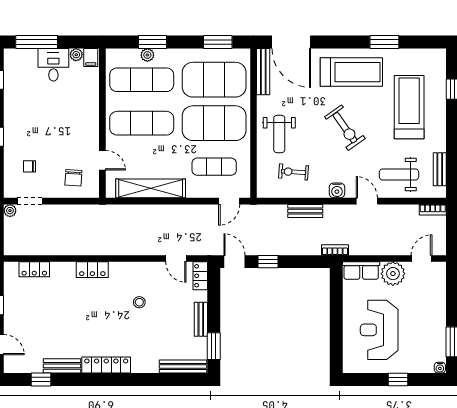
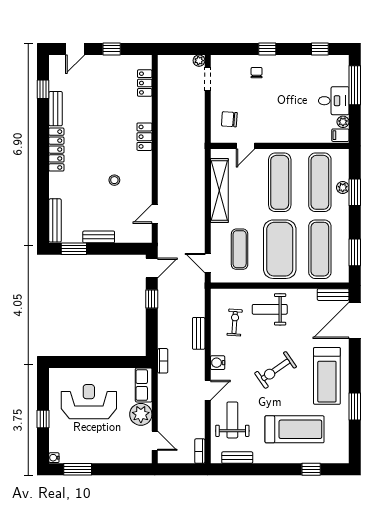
bench: (263, 72) -> (333, 295), width x0.73
exercise mat: (214, 80) -> (320, 249), width x0.68
chair: (29, 166) -> (257, 73), moved
locker: (200, 276) -> (139, 236), removed

